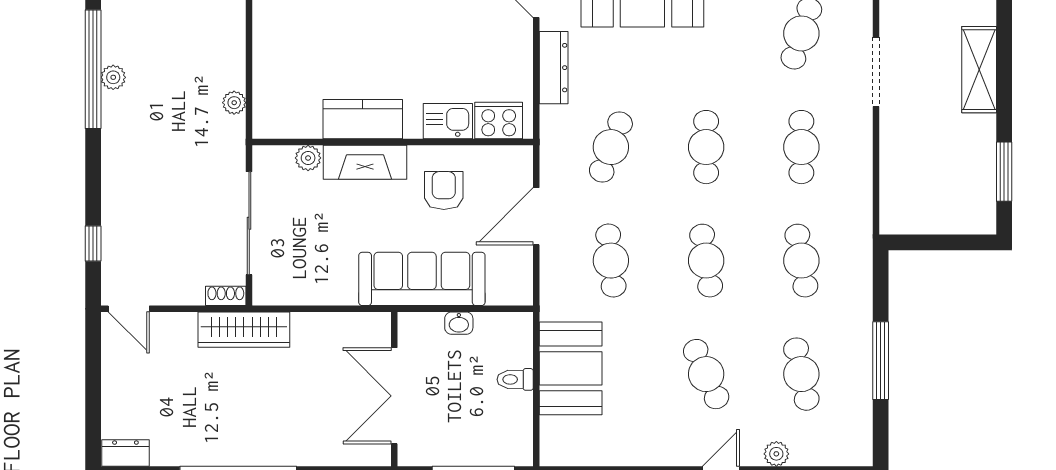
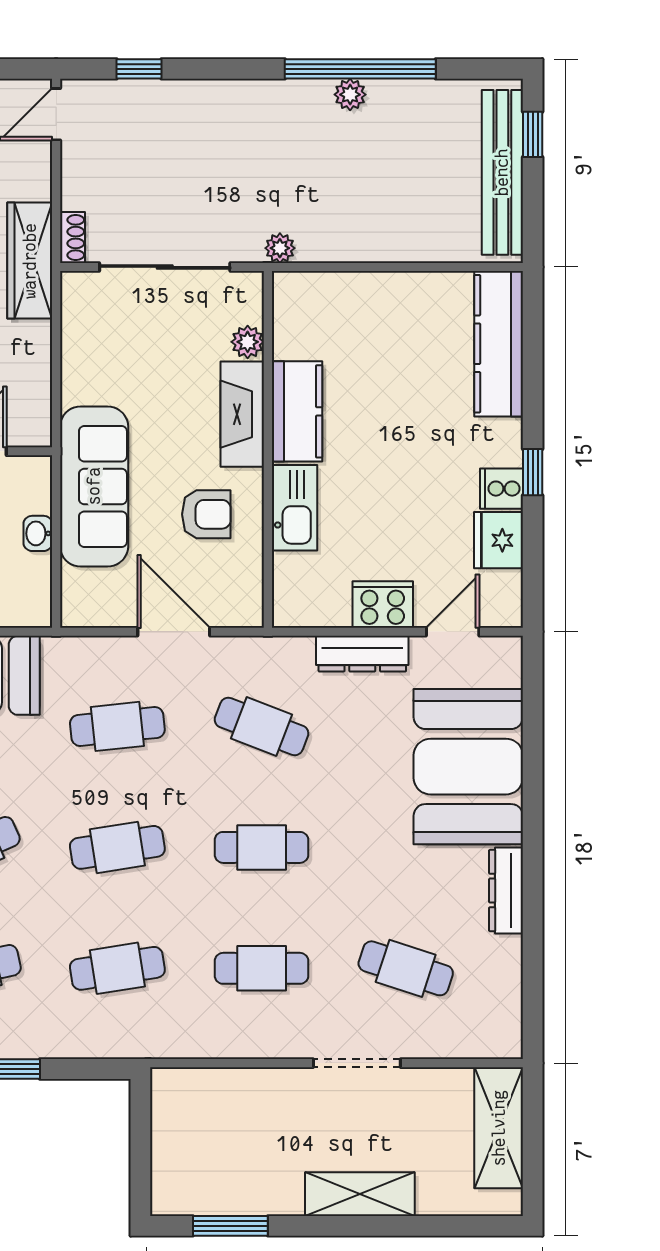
plant: (234, 103) -> (280, 248), moved
kitchen sink: (448, 121) -> (294, 508), width x1.38
cooker: (499, 121) -> (383, 604), moved, turned -90

